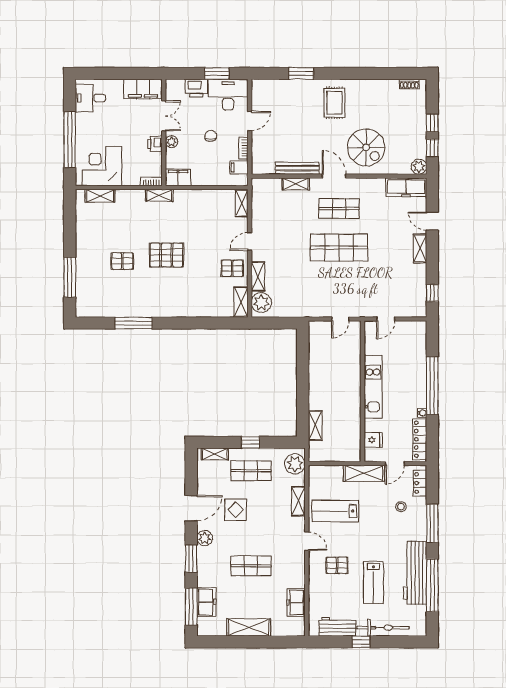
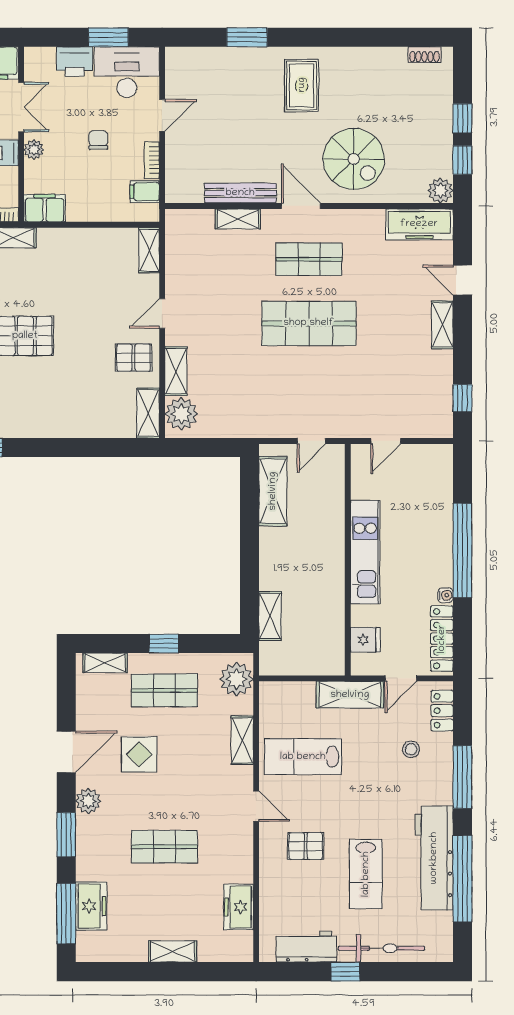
shelving: (317, 350) -> (273, 491), added
shelving: (249, 627) -> (173, 951), width x0.67, depth x0.75

